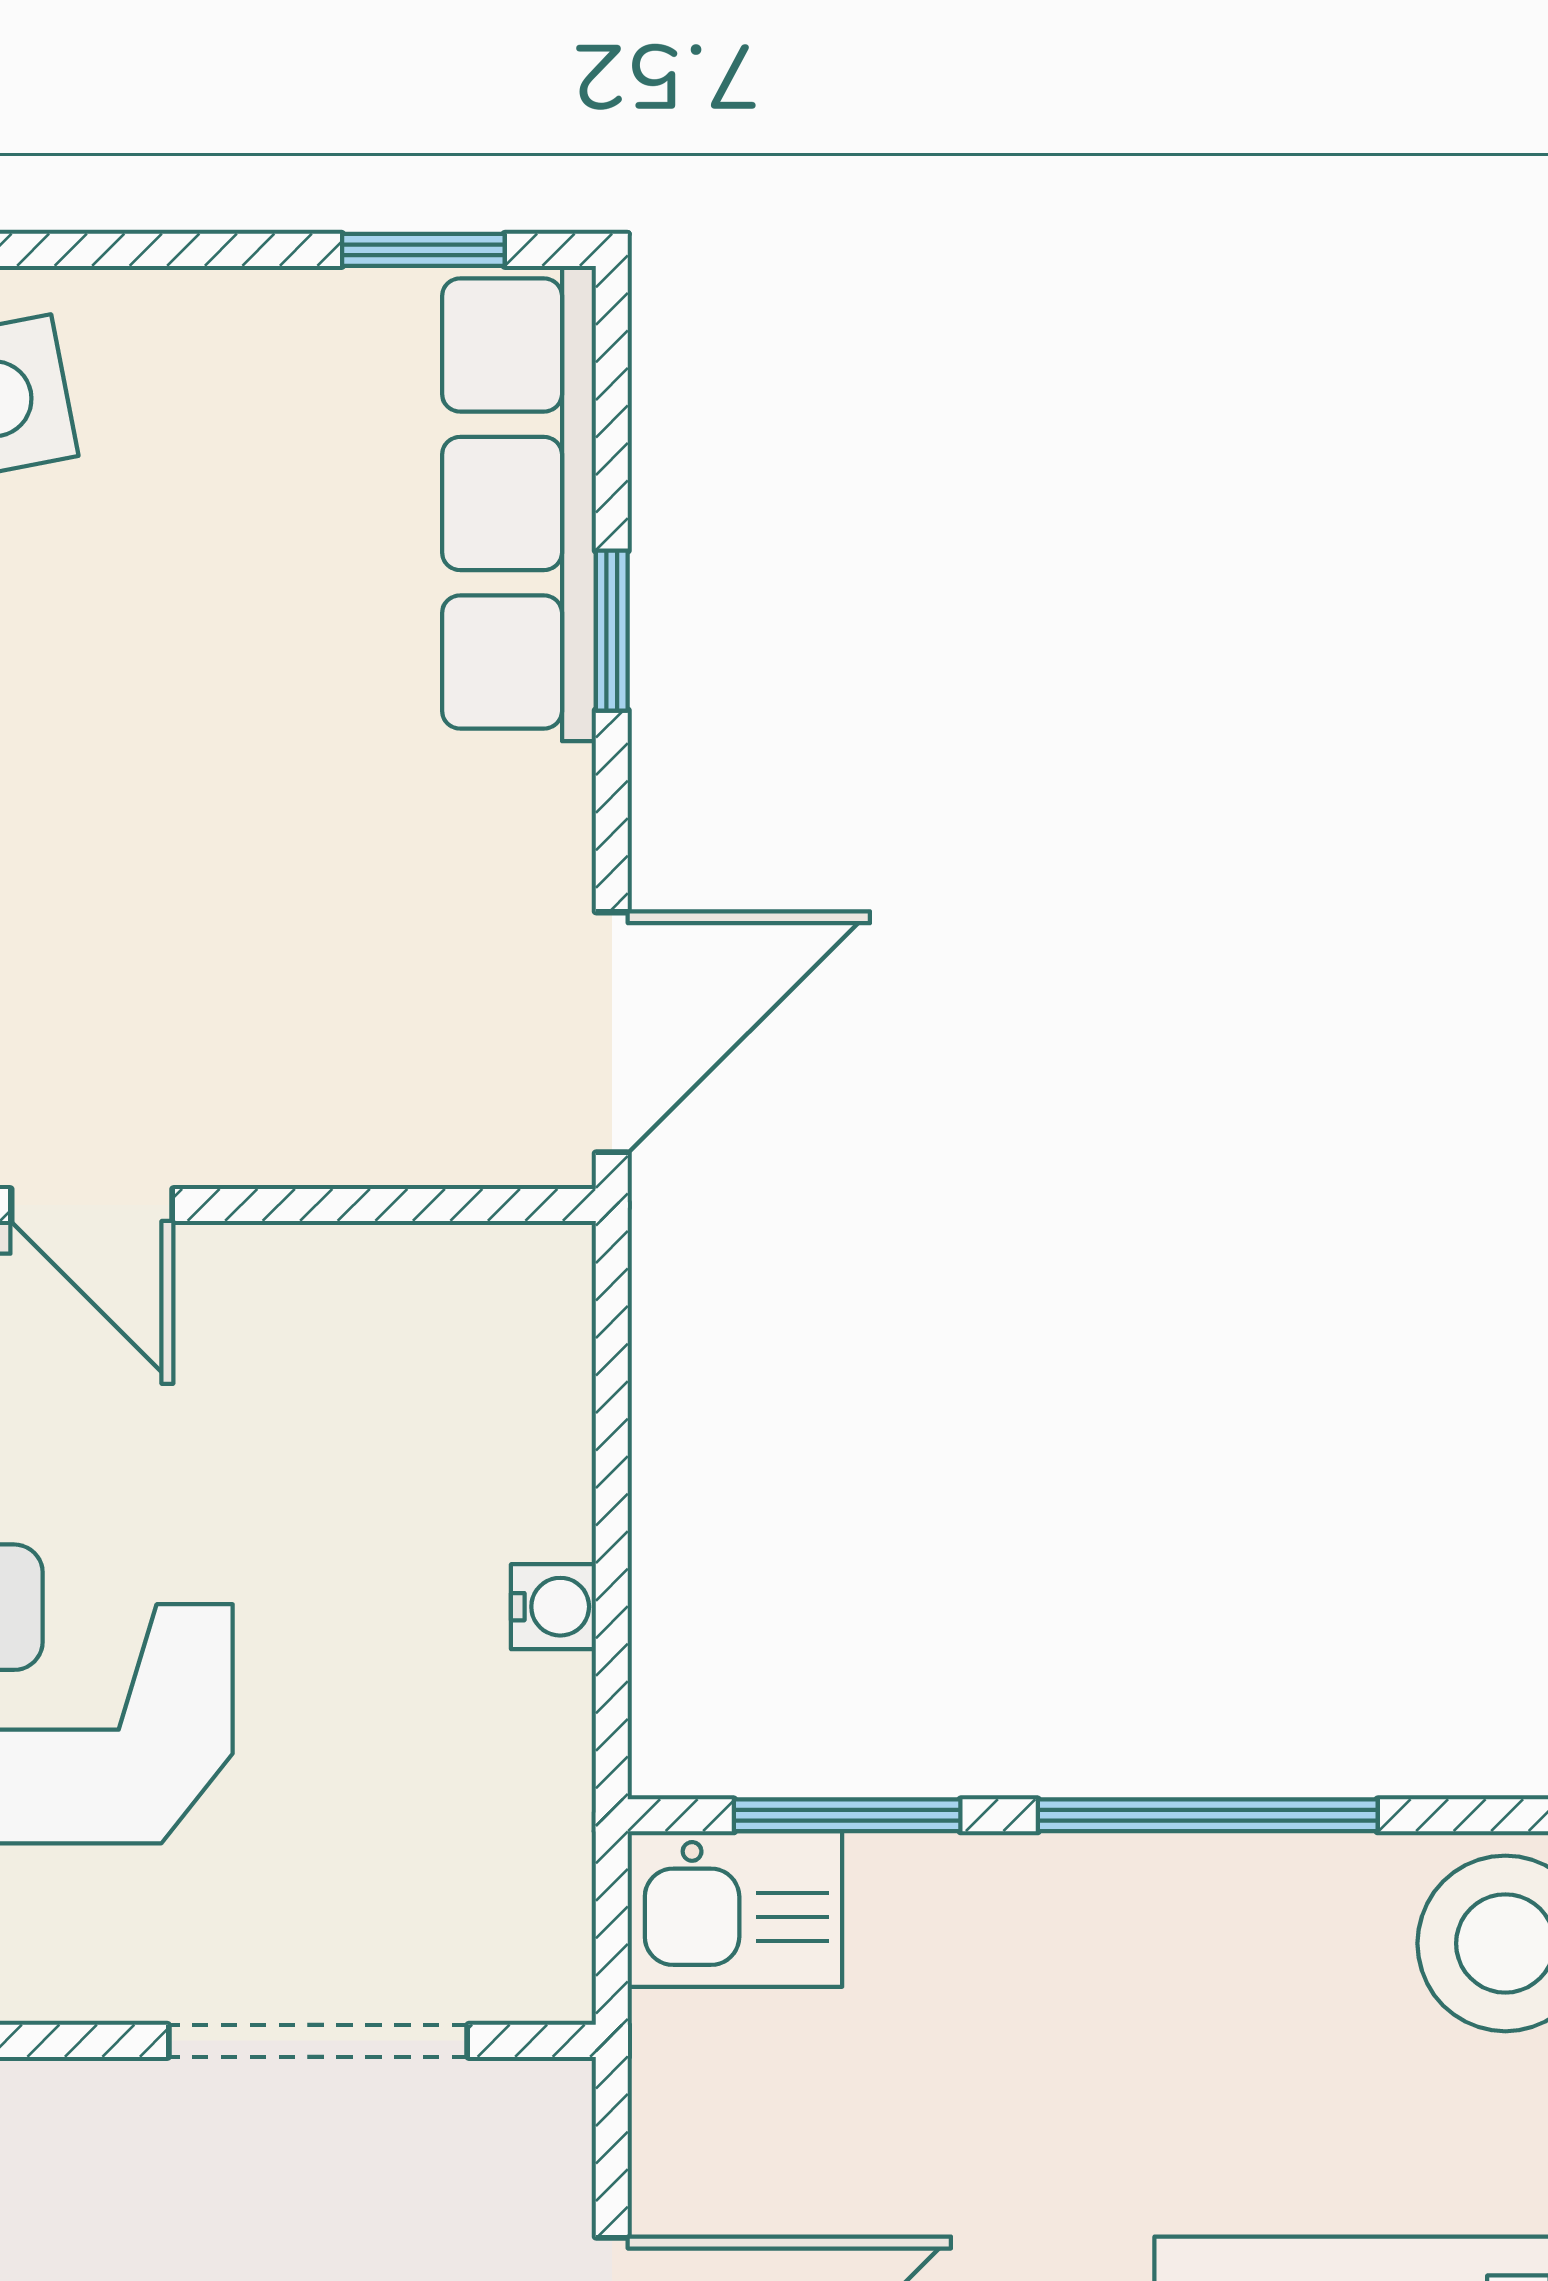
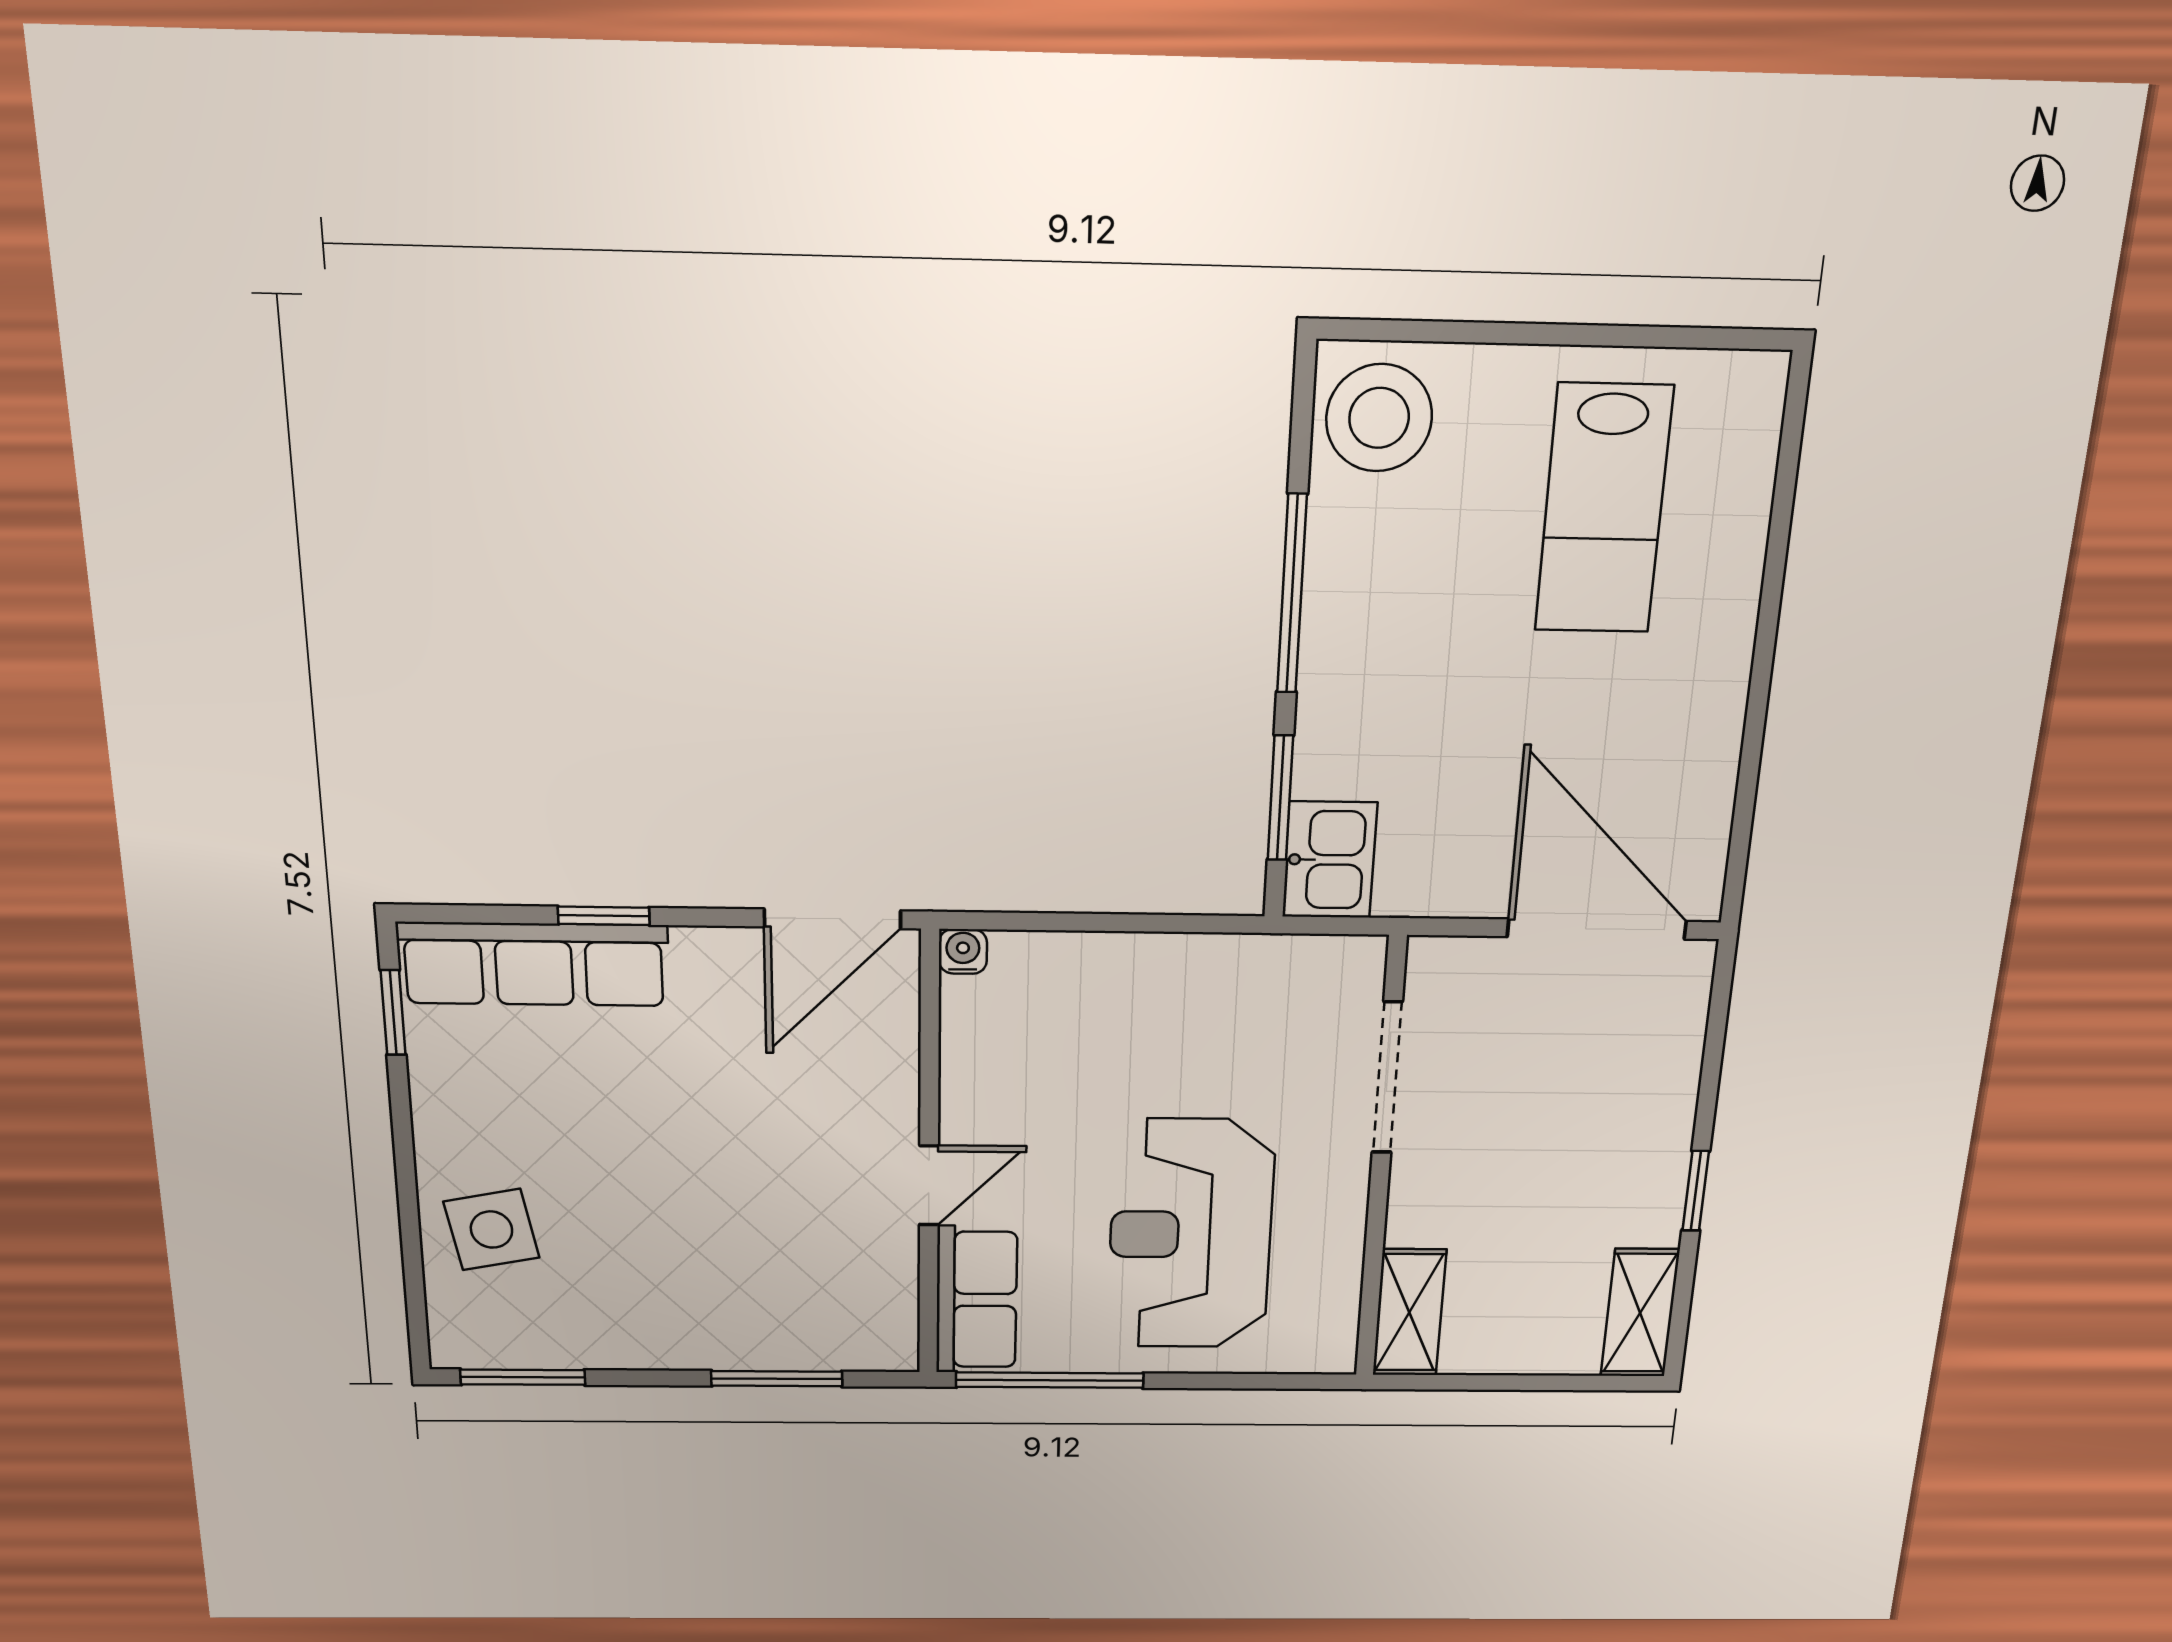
door: (612, 1032) -> (832, 919), swing flipped
water cooler: (553, 1607) -> (963, 951), moved

